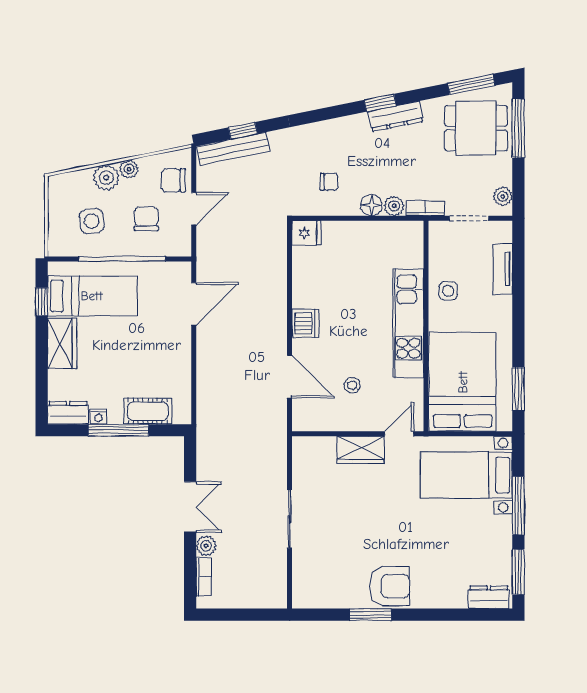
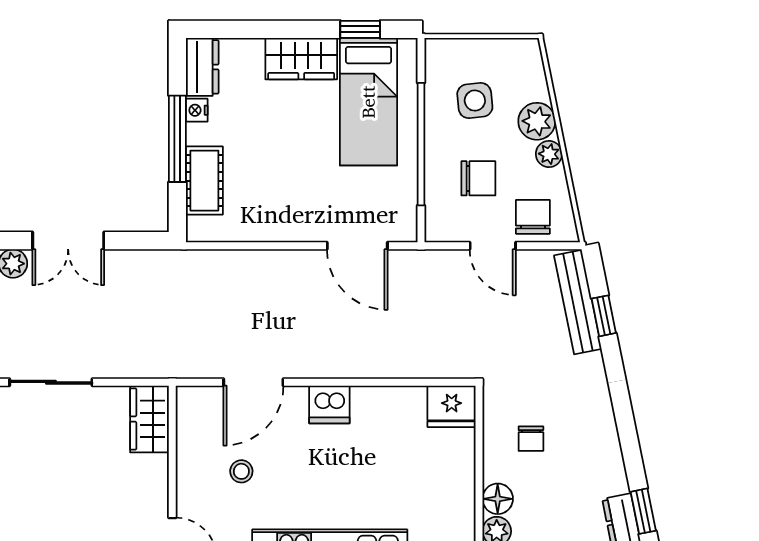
fridge: (307, 233) -> (452, 406), width x1.38
wardrobe: (361, 450) -> (149, 419), moved

